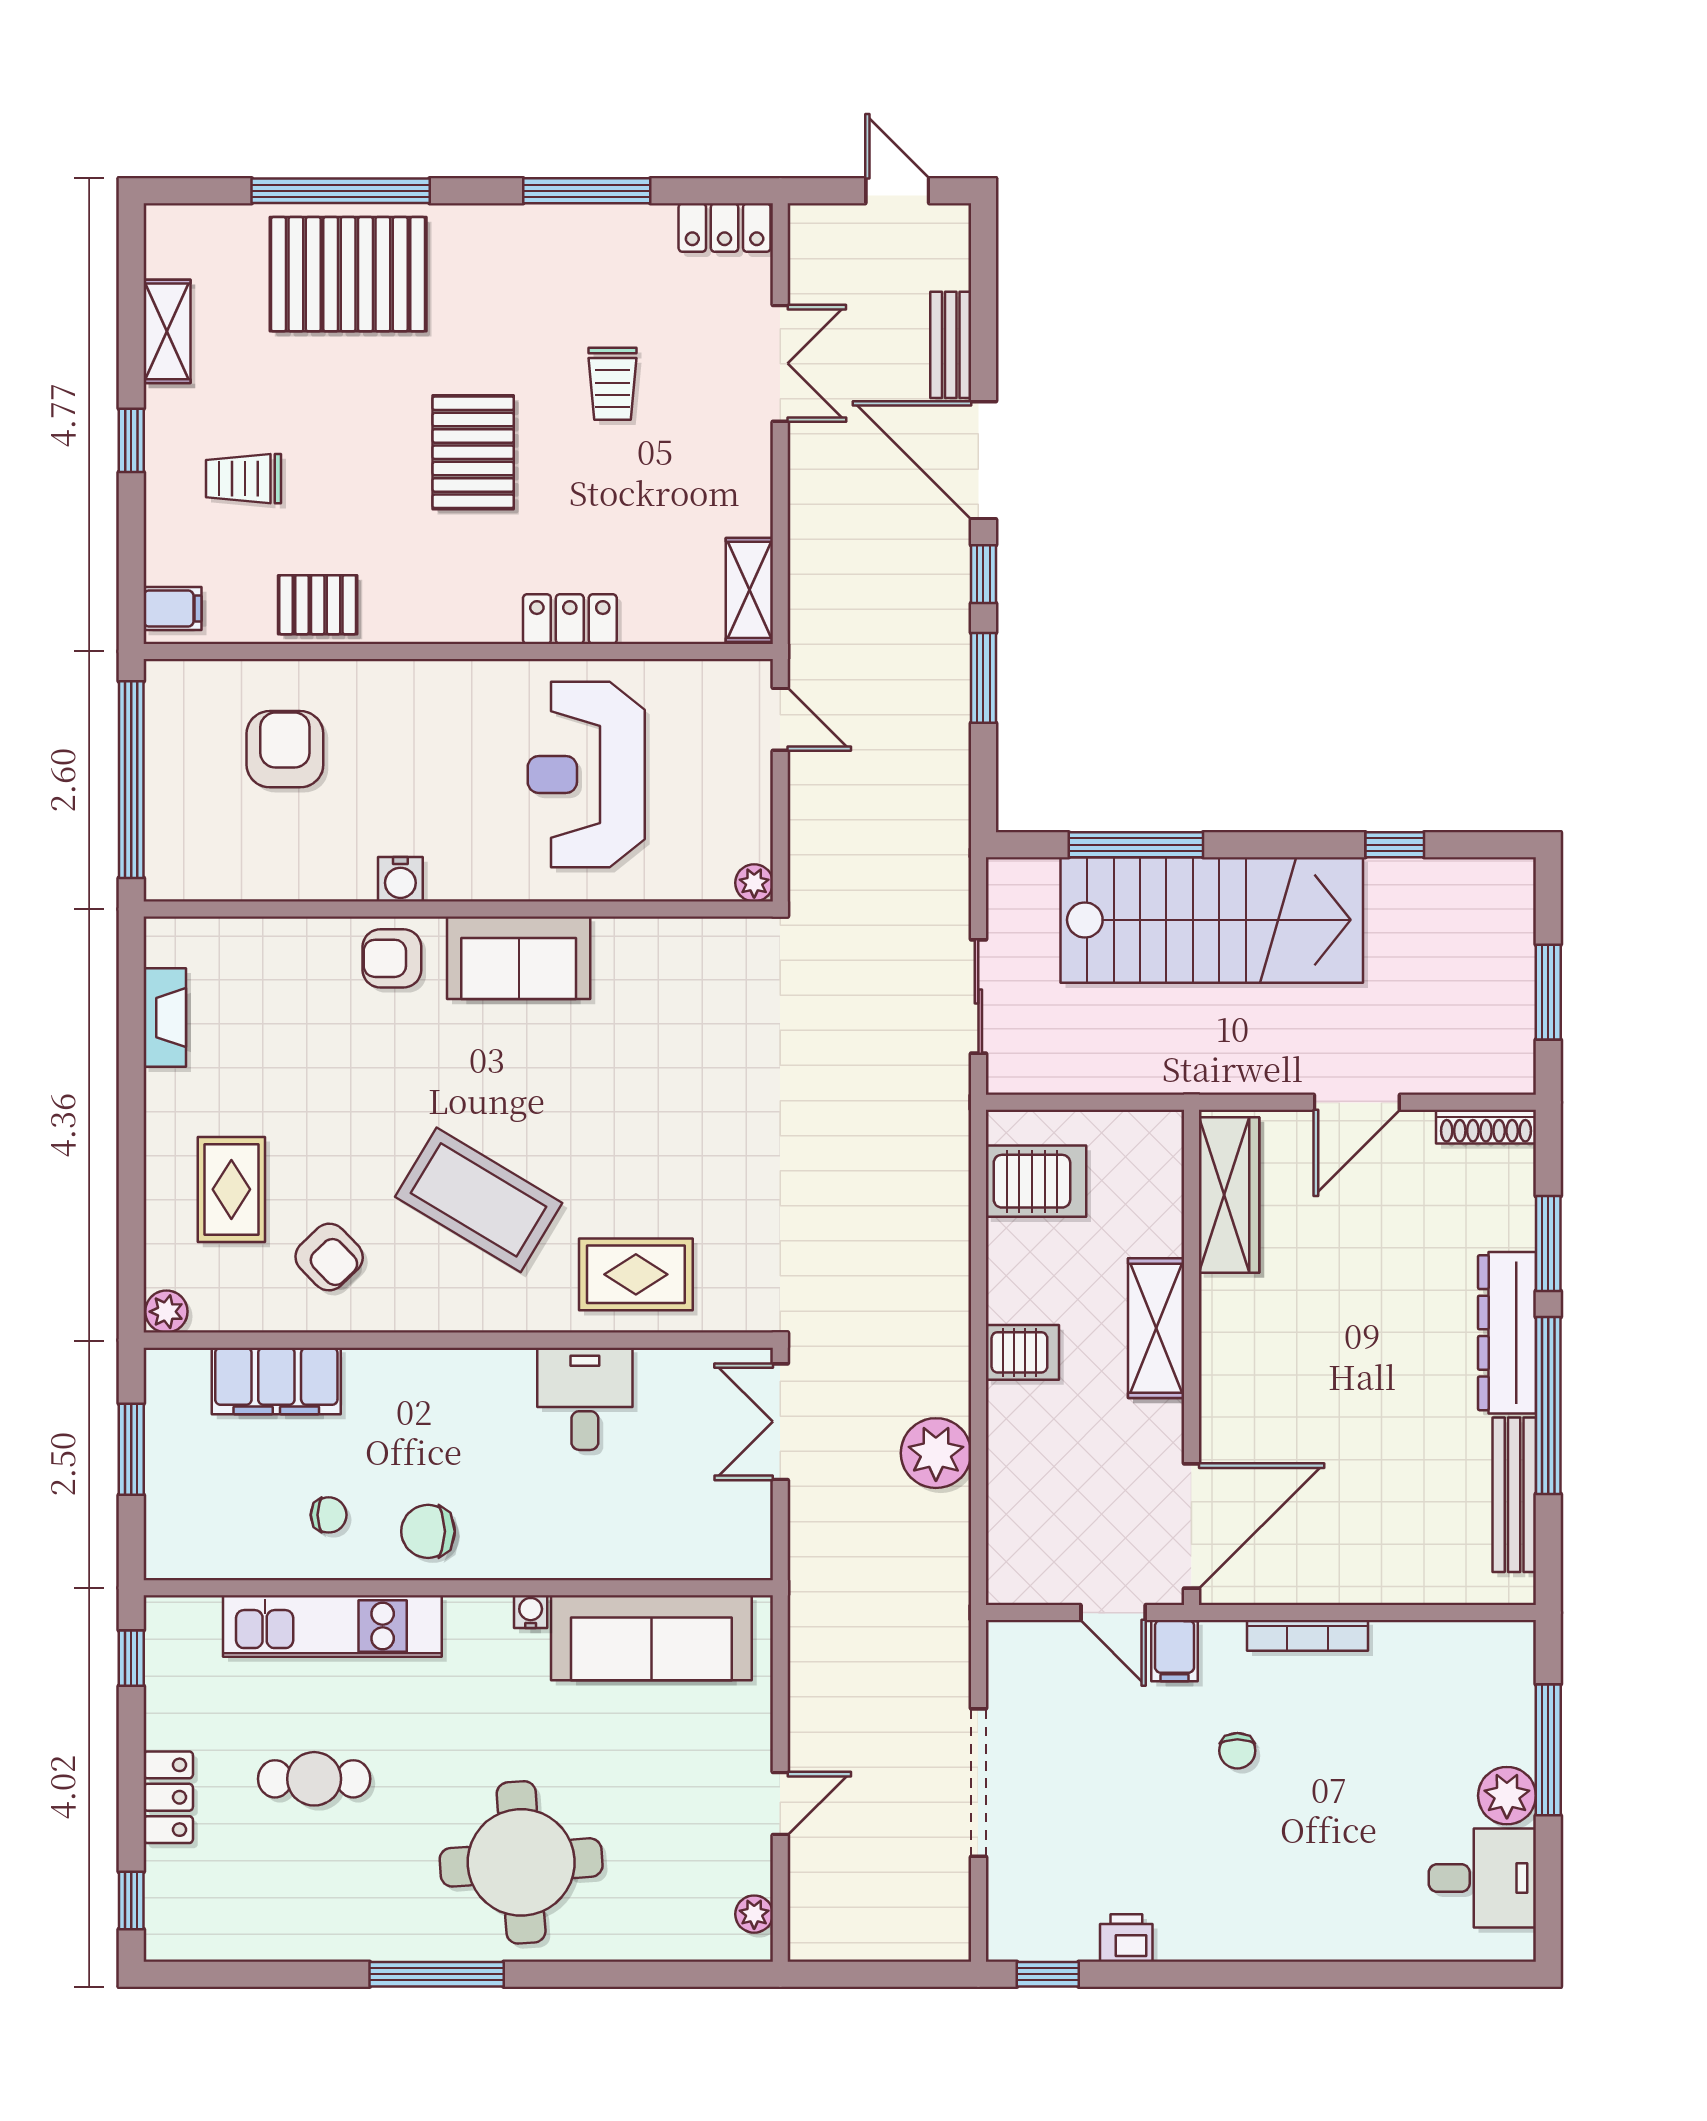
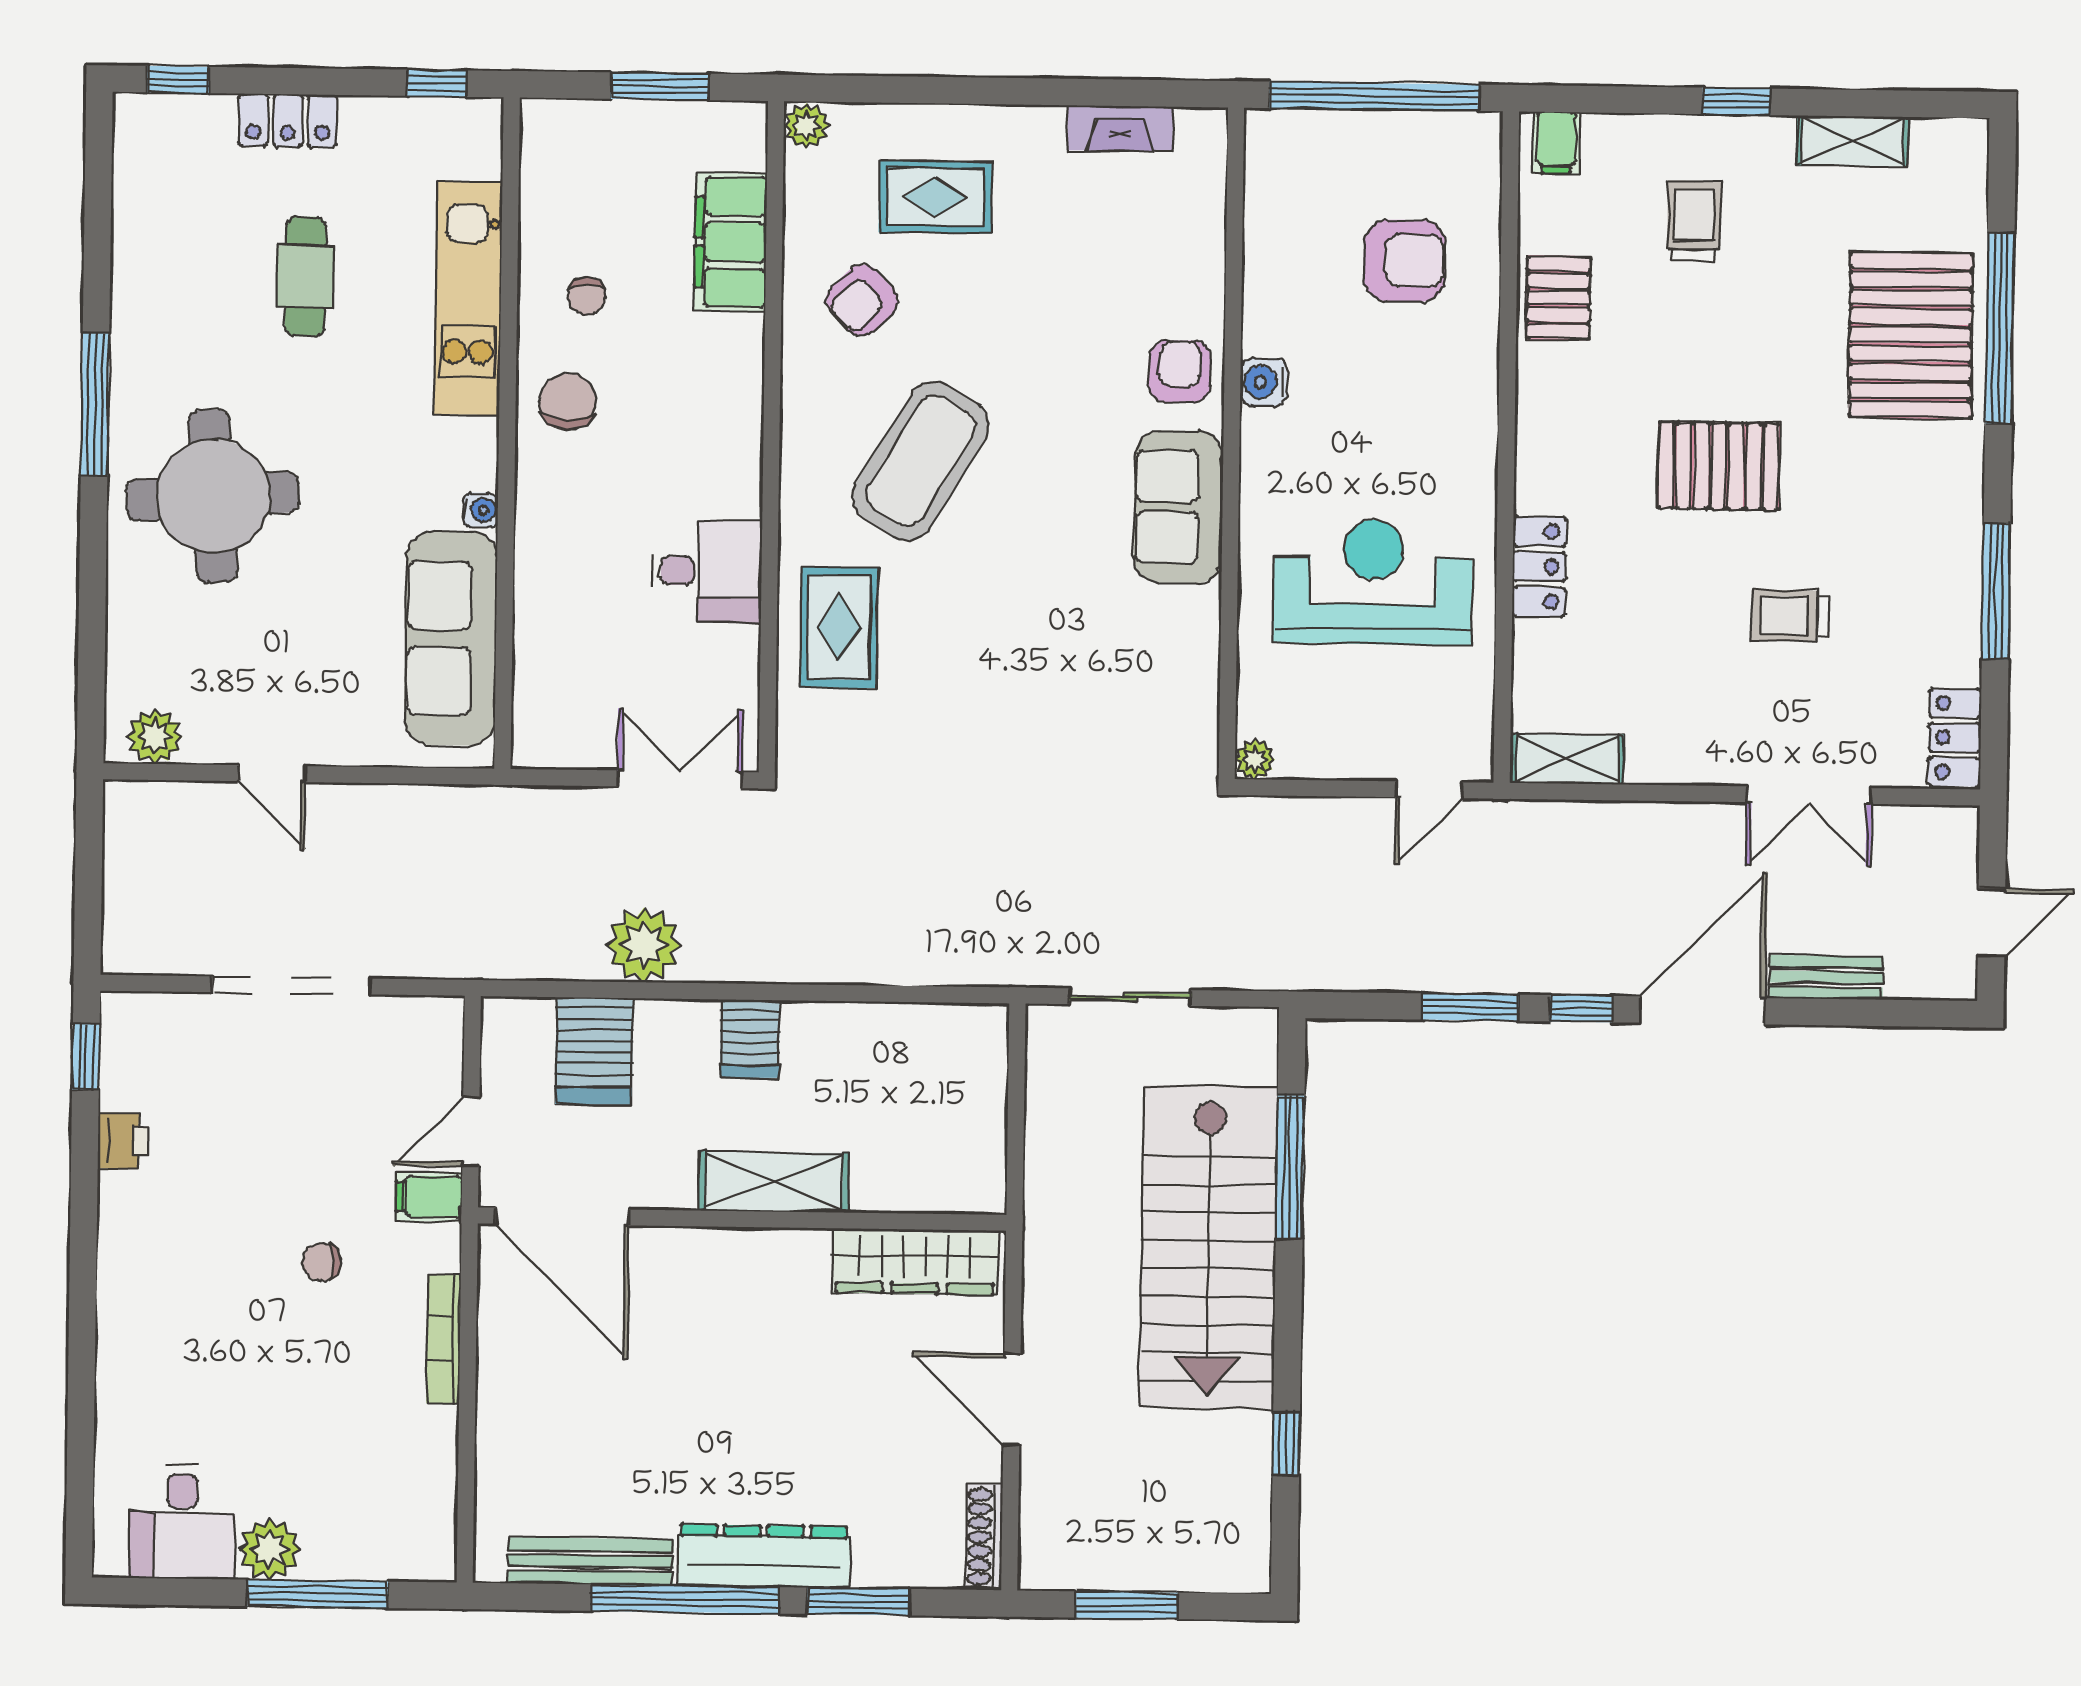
server rack: (1036, 1181) -> (594, 1051), moved
plant: (754, 1914) -> (155, 737), width x1.38, depth x1.38

